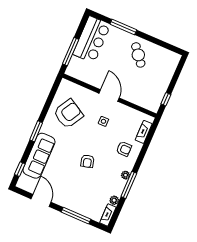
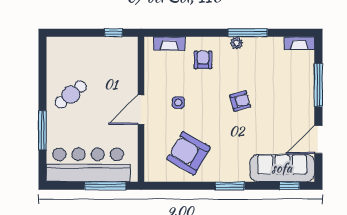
bar counter: (92, 39) -> (88, 165), width x1.36
sofa: (39, 156) -> (282, 168), moved
plant: (114, 200) -> (276, 43), removed

